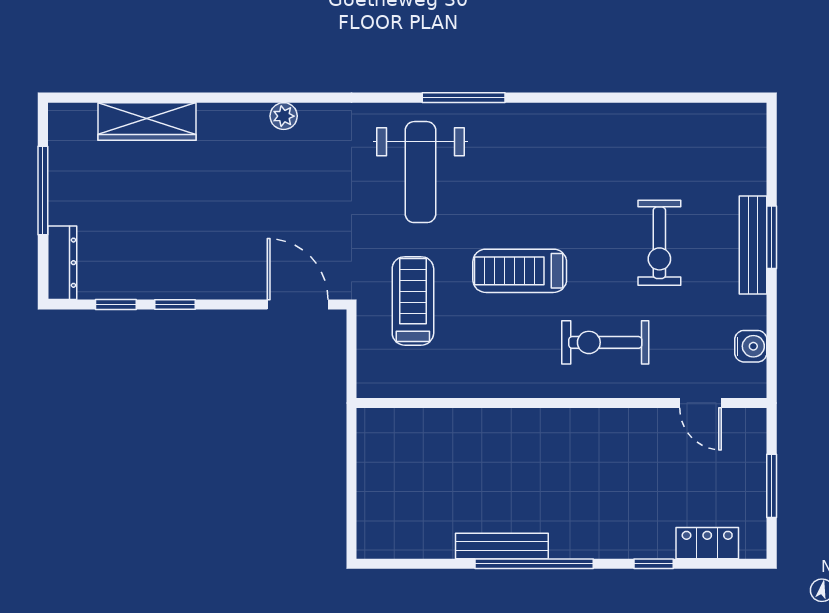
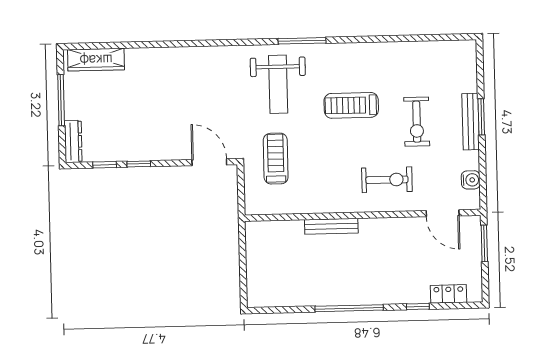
plant: (284, 116) -> (199, 54), removed
wardrobe: (147, 122) -> (96, 60), moved
treadmill: (520, 271) -> (351, 105), moved
exercise bike: (605, 342) -> (387, 180), turned 180
door: (700, 403) -> (443, 213), width x1.38
window: (772, 486) -> (484, 243), moved
bench: (502, 546) -> (331, 226), moved

